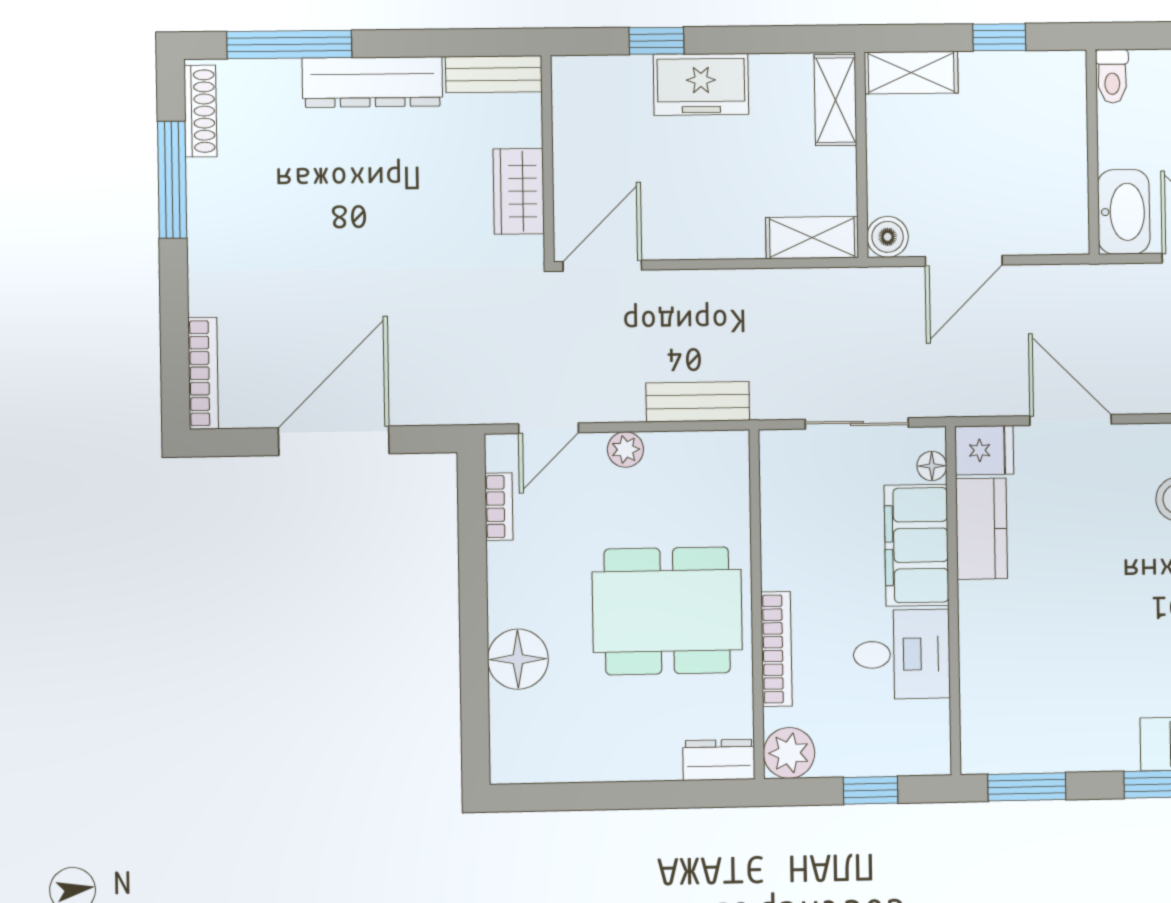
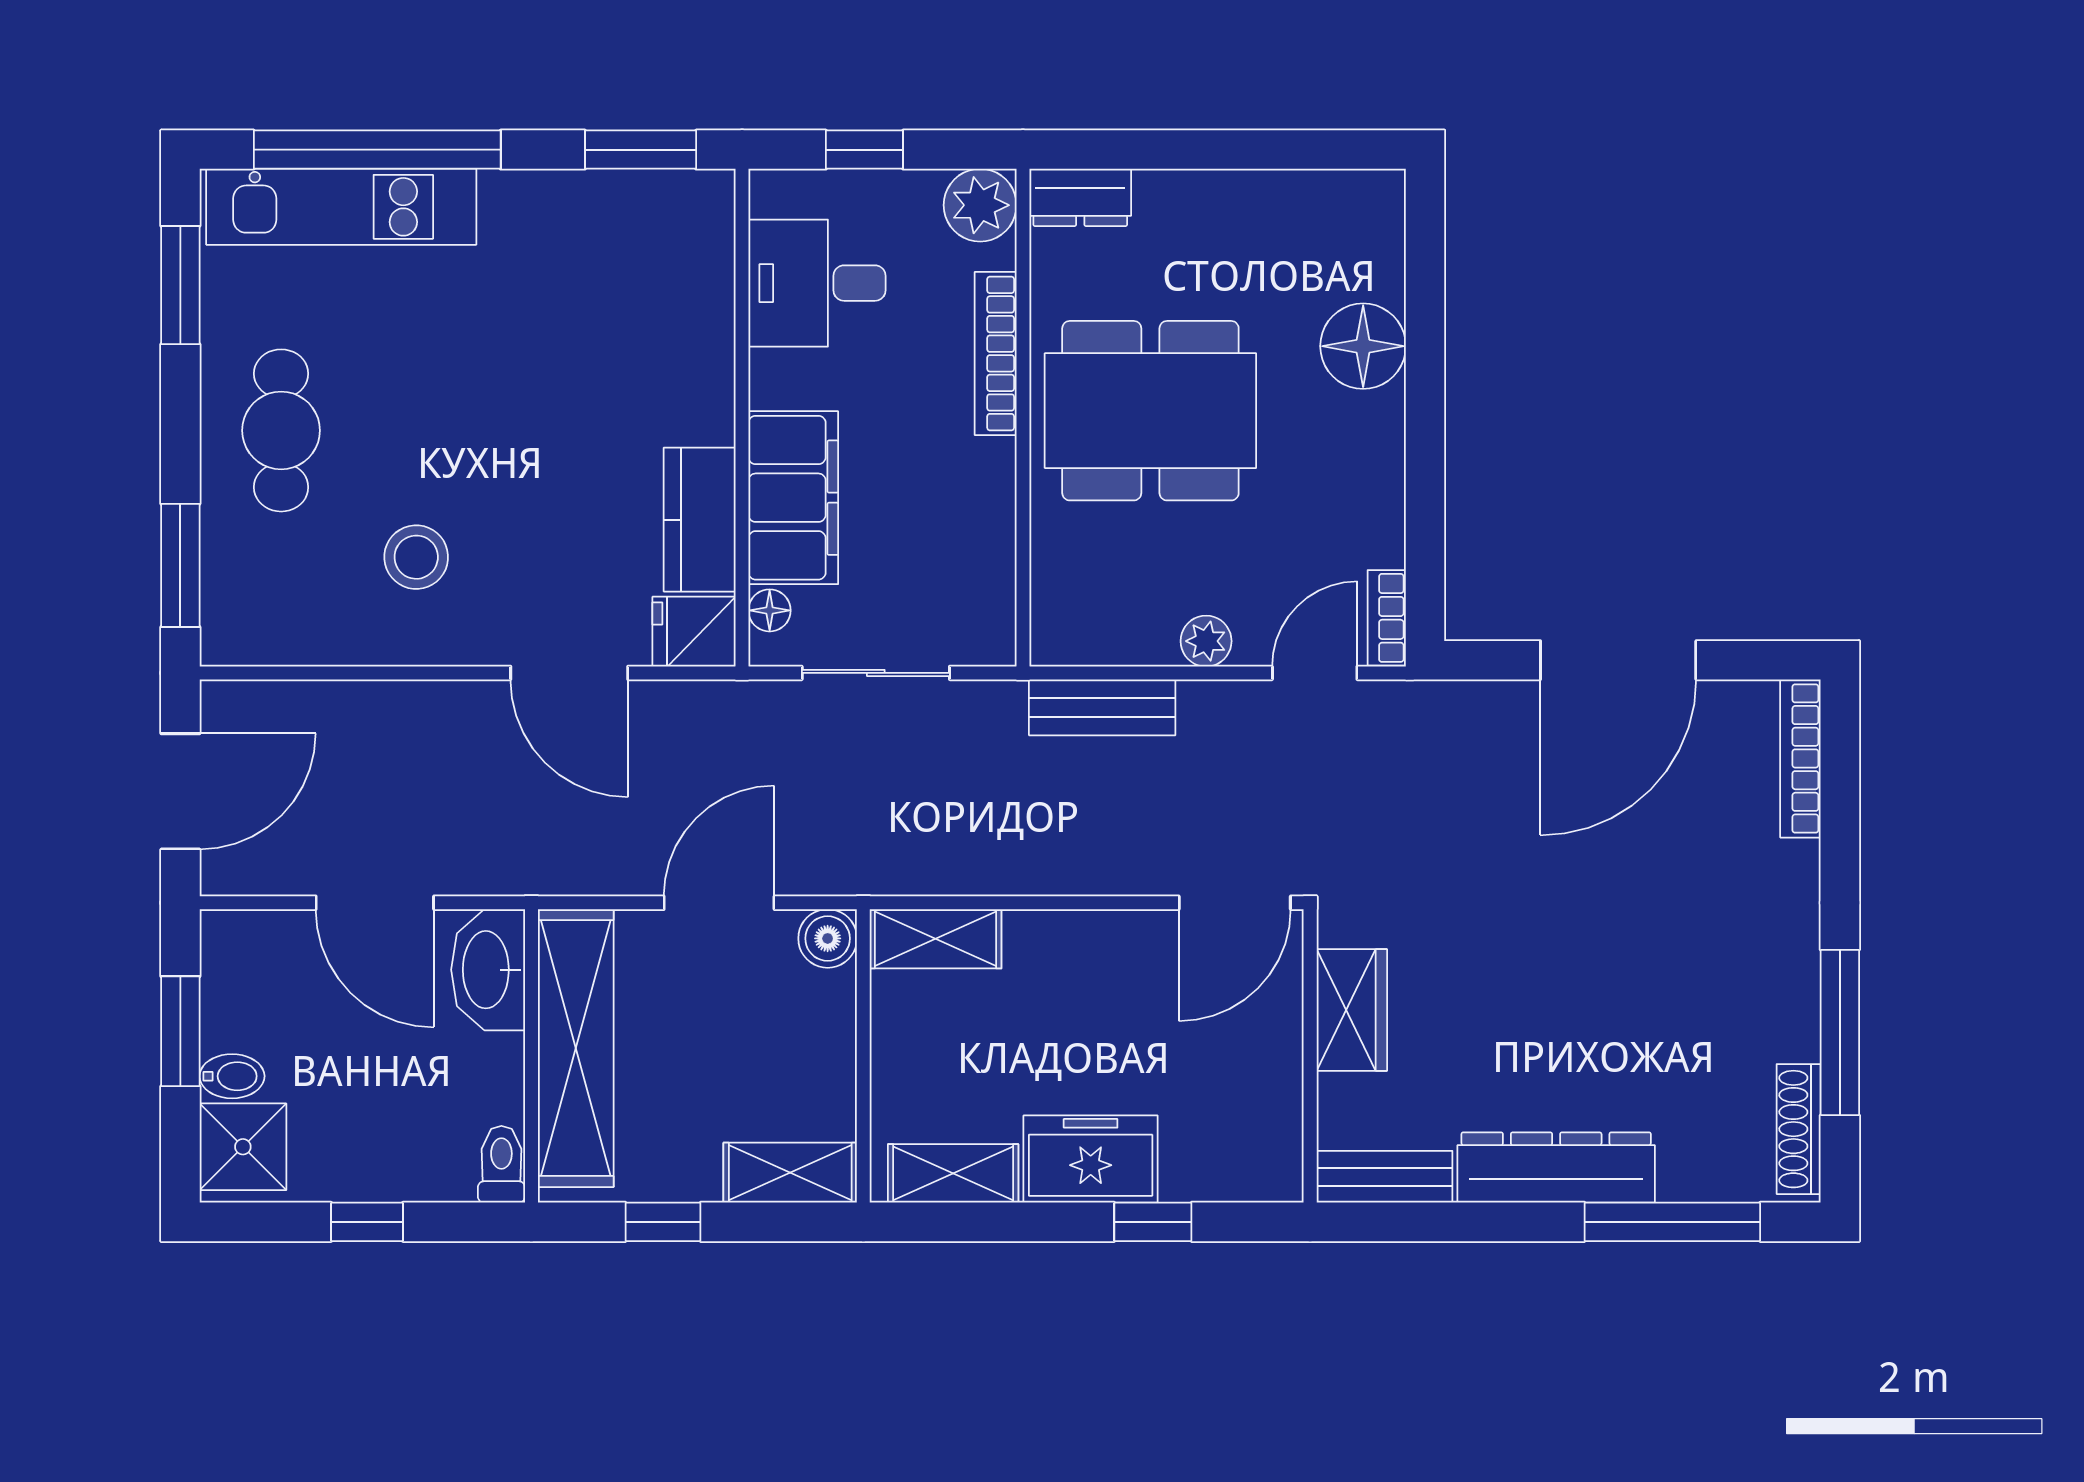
shelving: (835, 100) -> (953, 1173), moved, turned 90
shelving: (1062, 158) -> (576, 1048), added
bookcase: (499, 507) -> (1387, 618), moved
desk: (902, 654) -> (817, 283), moved

